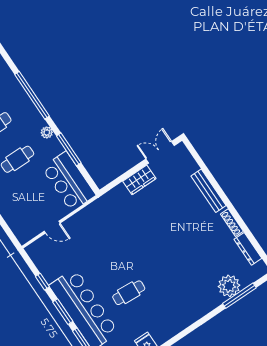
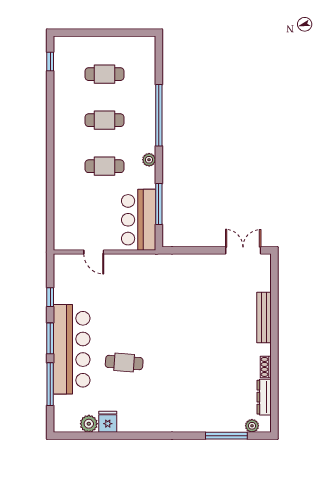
window: (69, 149) -> (159, 204), moved
wardrobe: (139, 180) -> (206, 263), removed
shoe rack: (232, 223) -> (266, 367), width x0.70
plant: (229, 286) -> (252, 426), moved, width x0.53, depth x0.53

